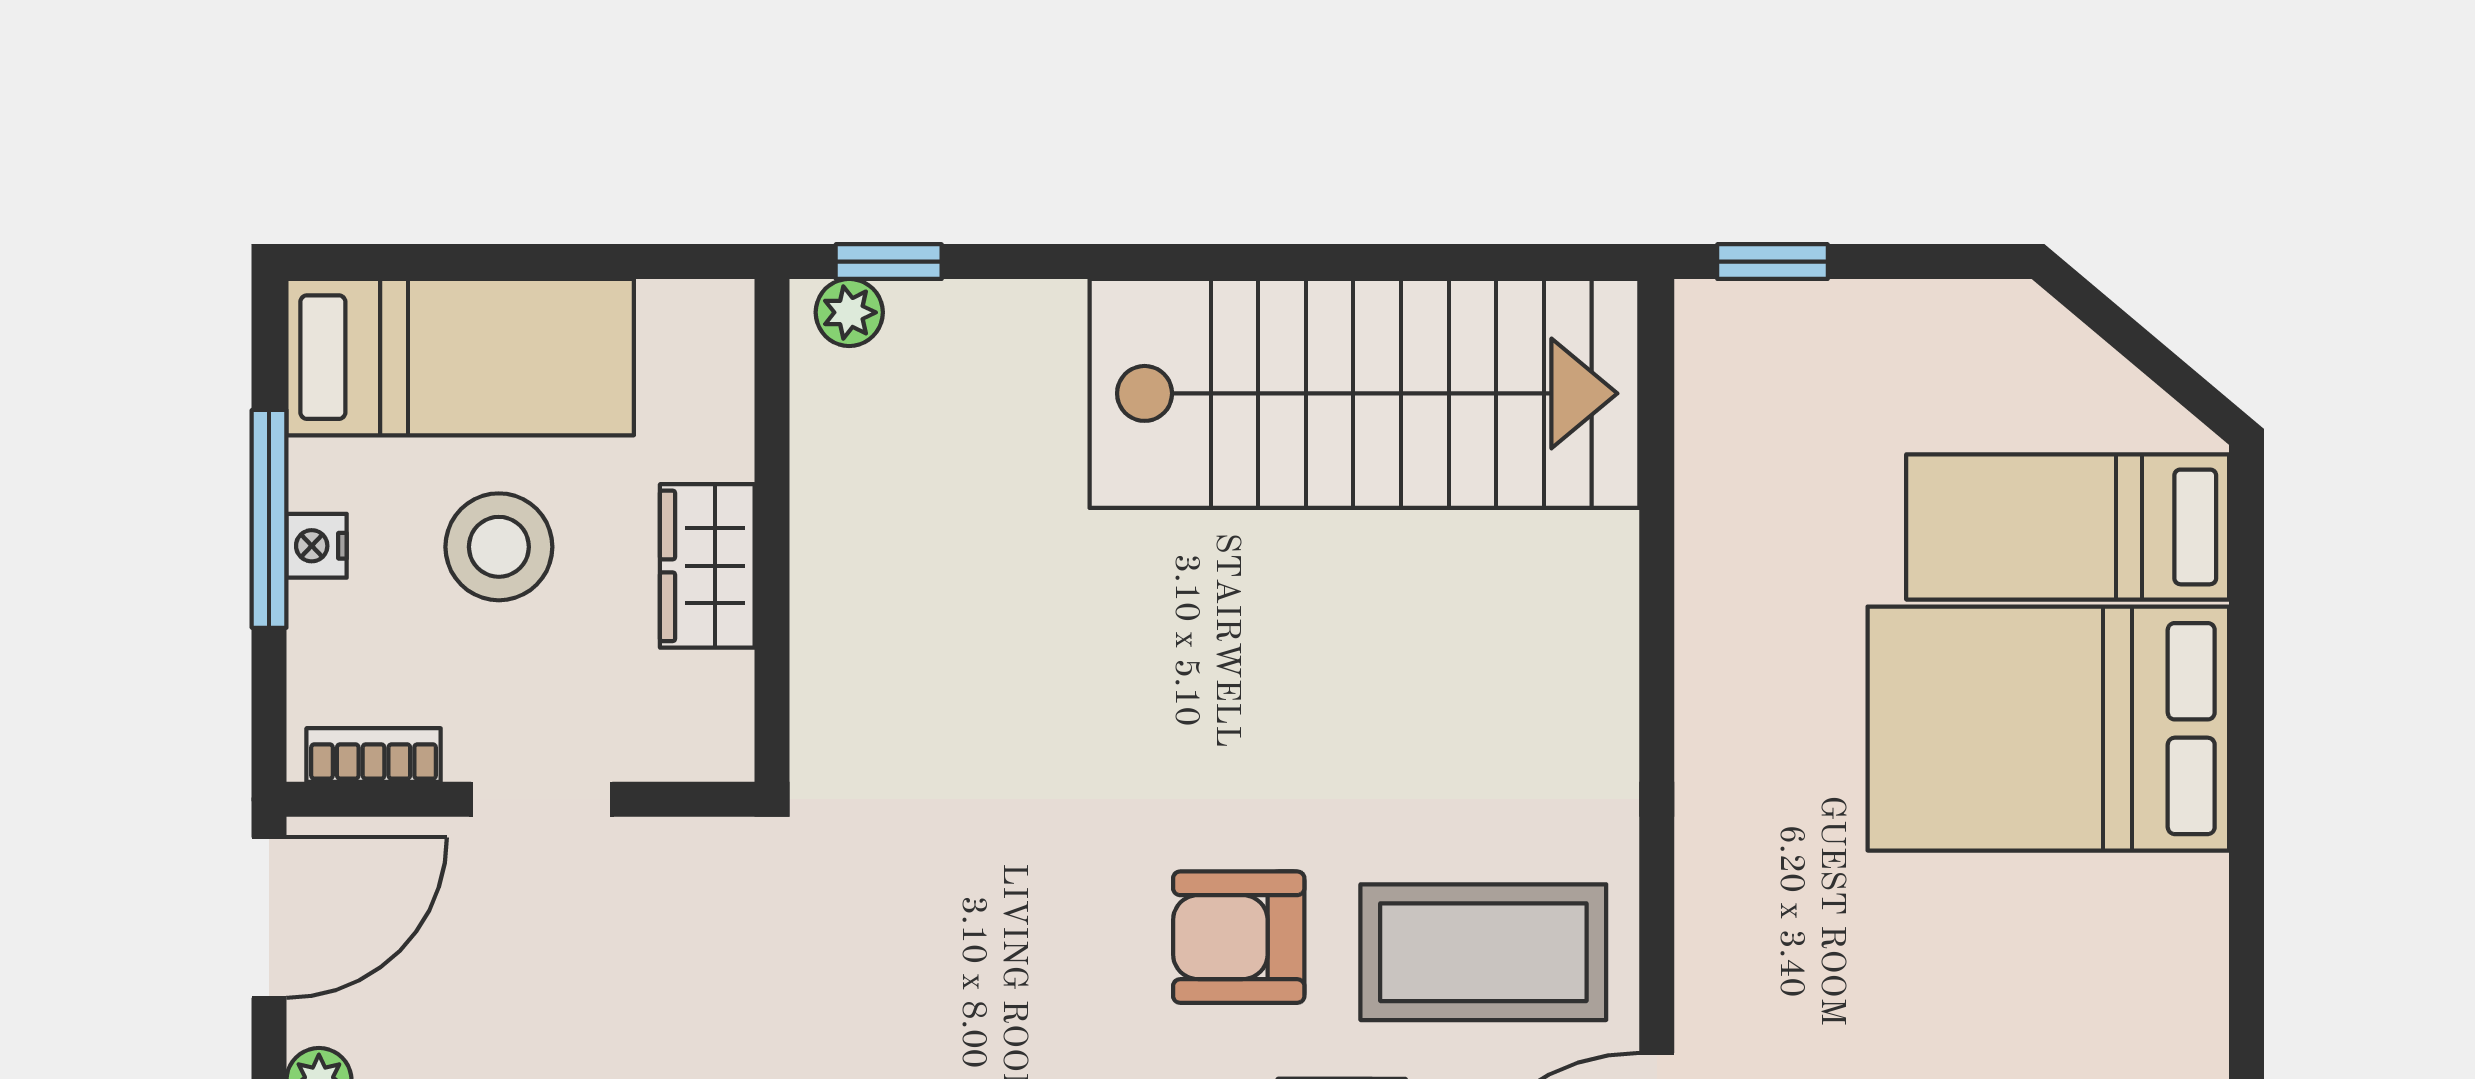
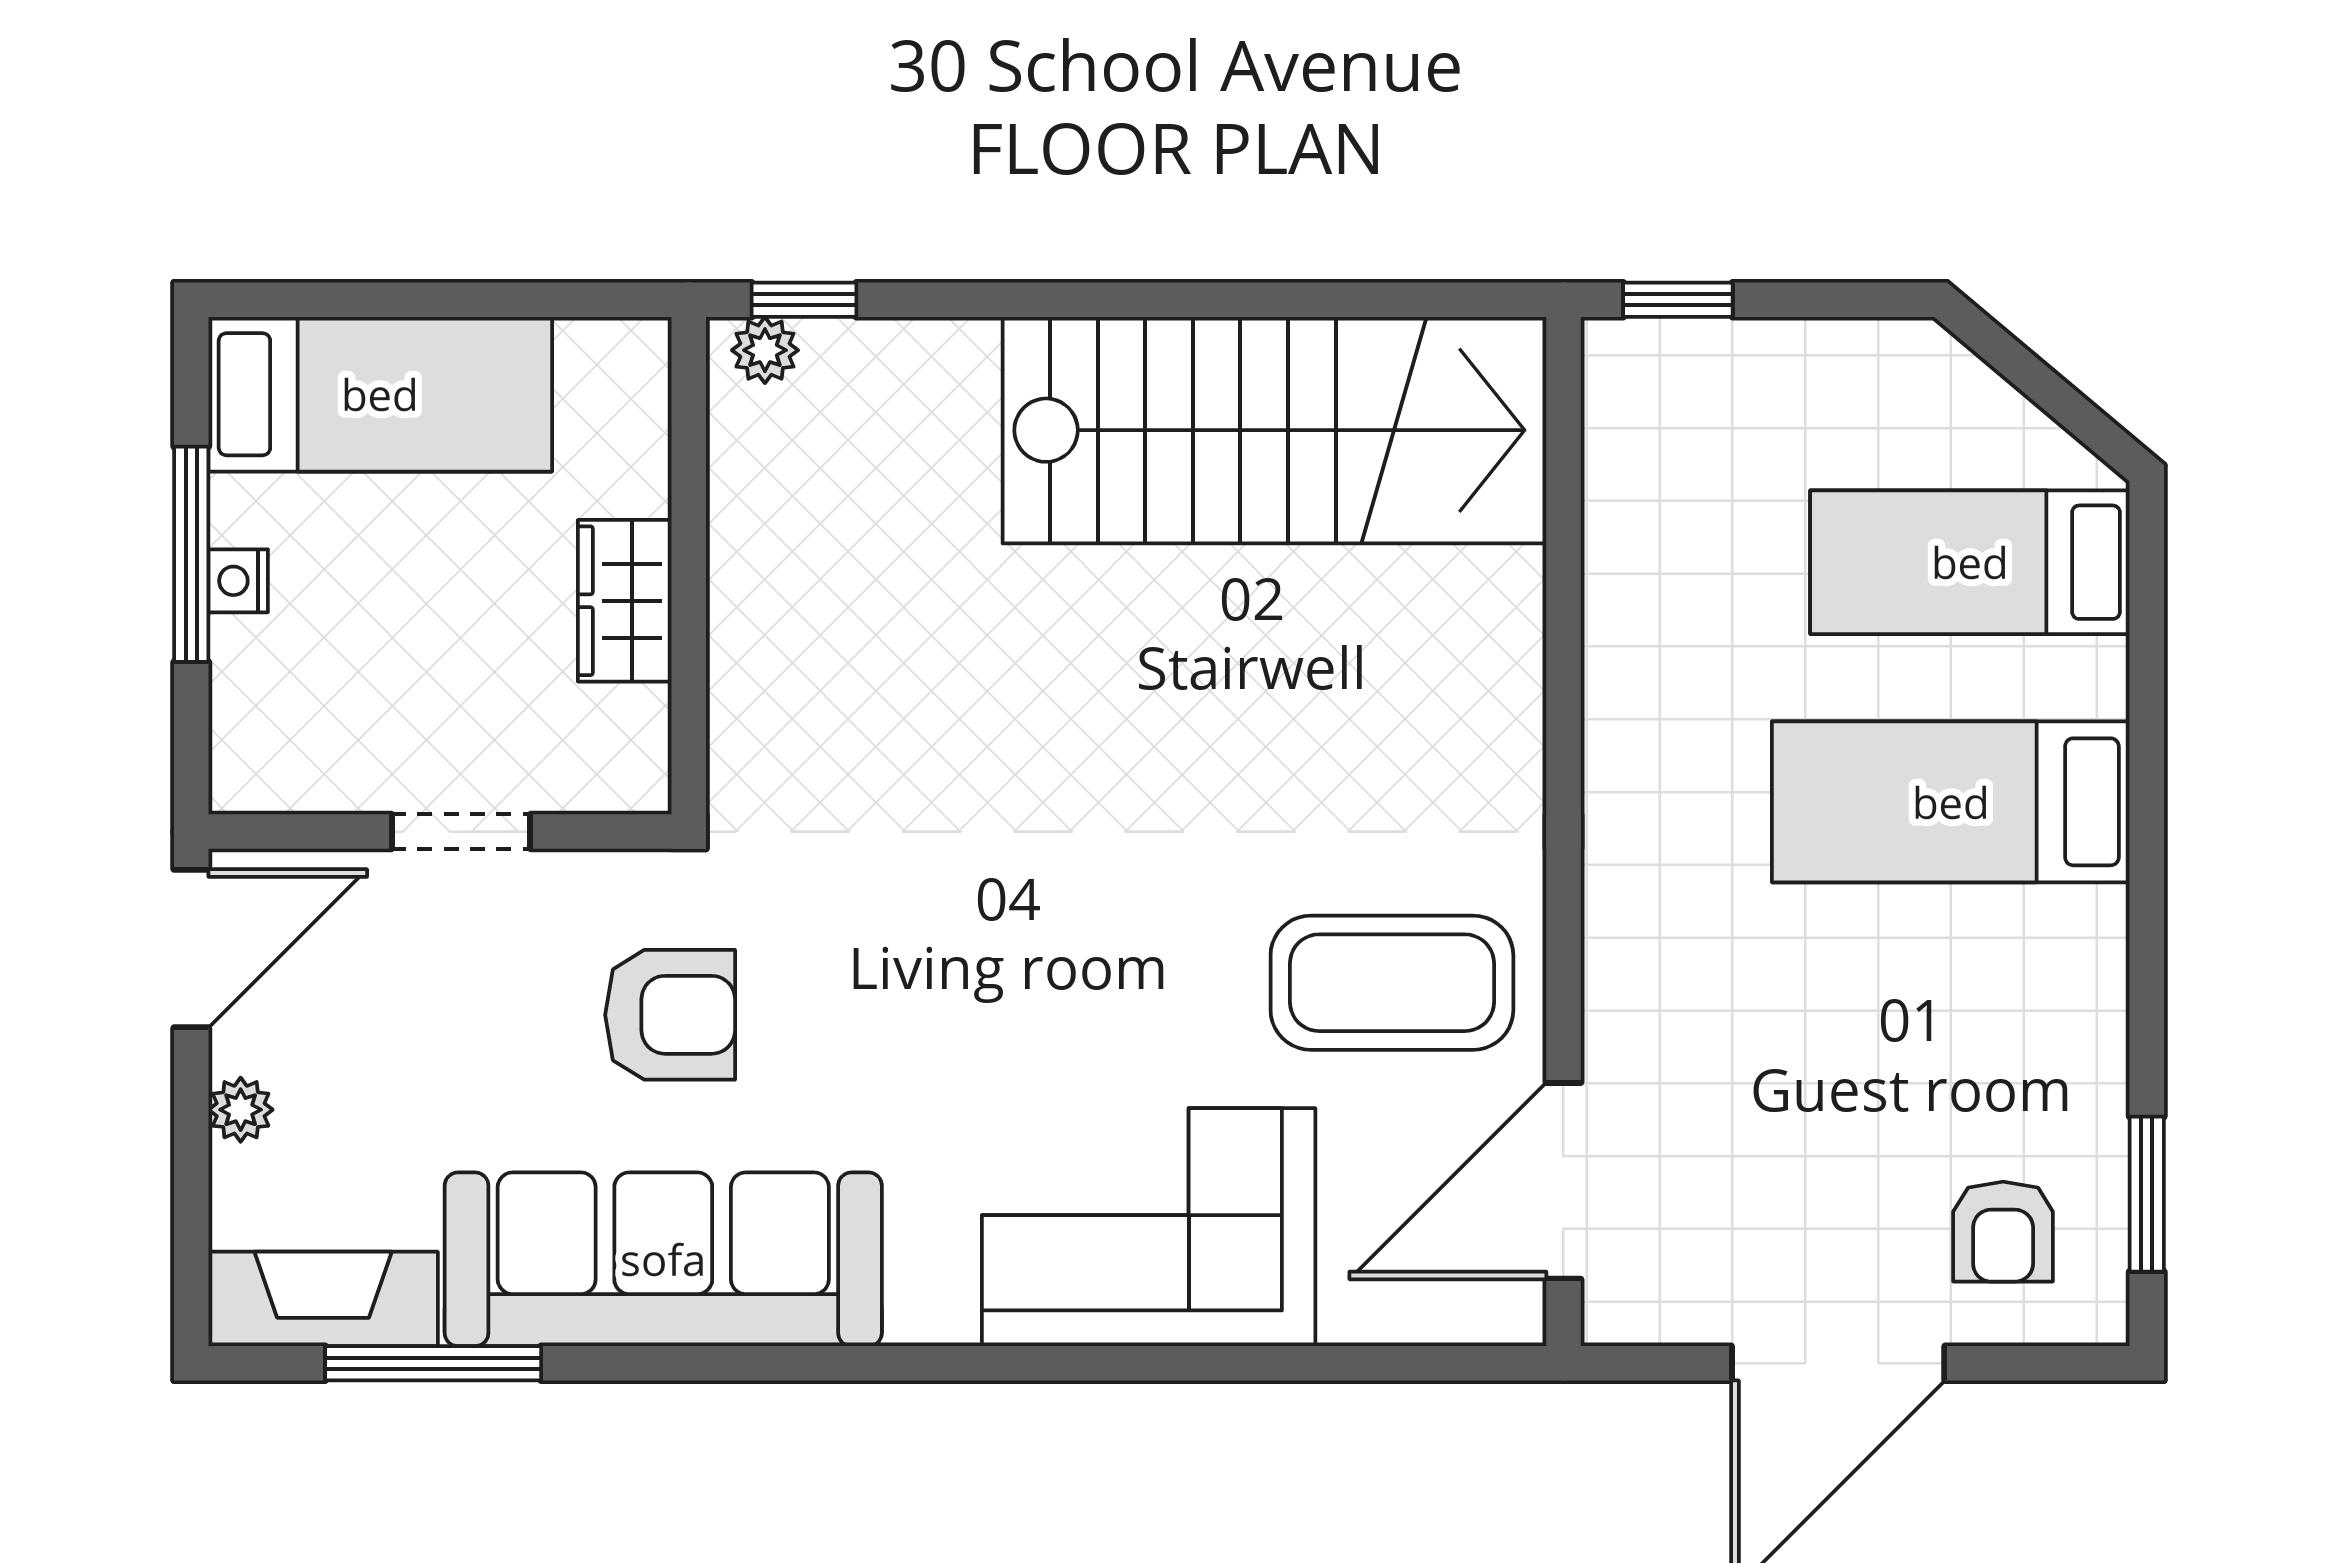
stool: (499, 547) -> (418, 582), removed
bed: (2048, 729) -> (1951, 802), width x0.67
bookcase: (374, 755) -> (295, 788), removed
armchair: (1239, 937) -> (670, 1015), moved, turned 180

